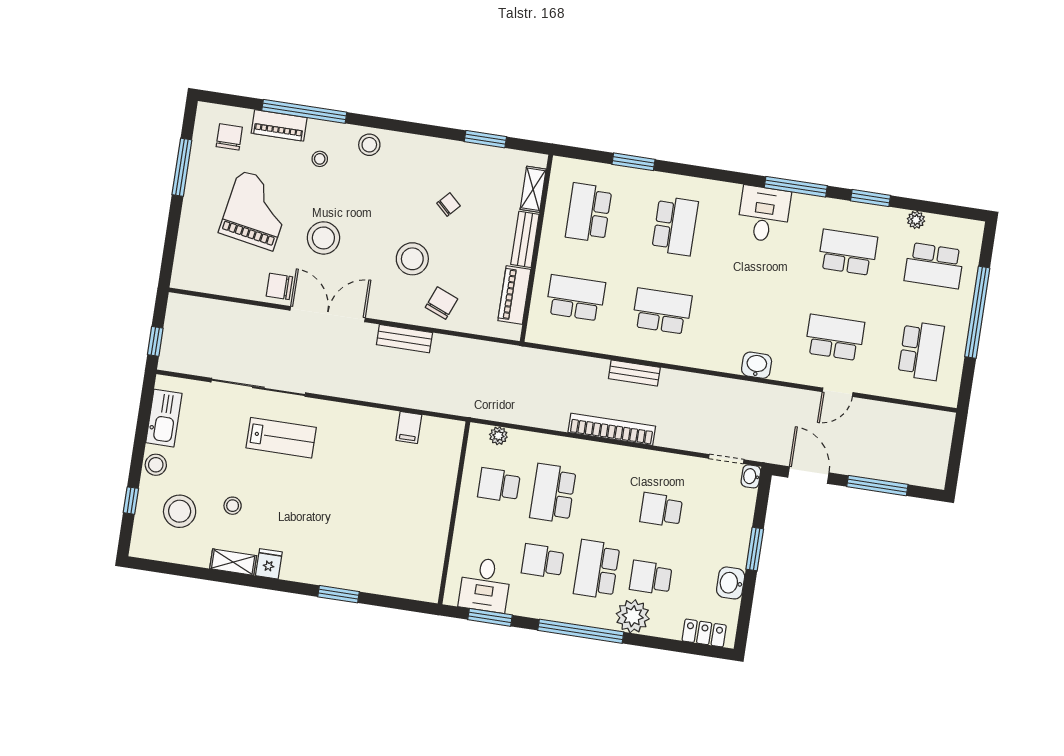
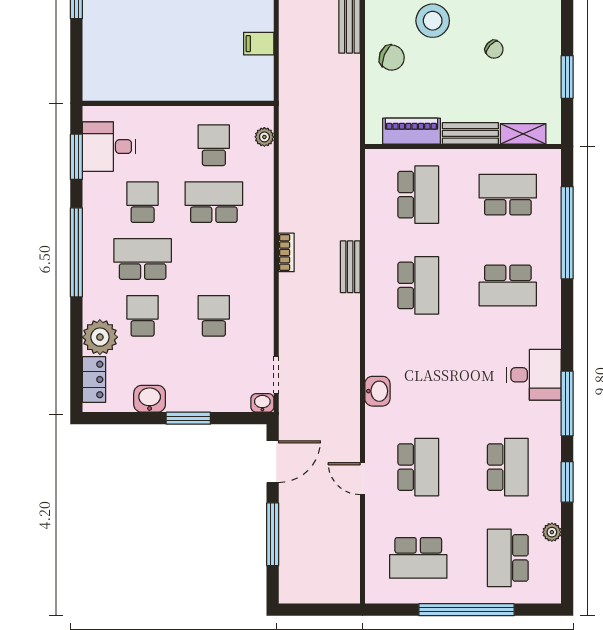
window: (634, 162) -> (567, 233), width x2.11
bookcase: (612, 429) -> (286, 252), width x0.43, depth x0.76
plant: (633, 616) -> (100, 337), moved

